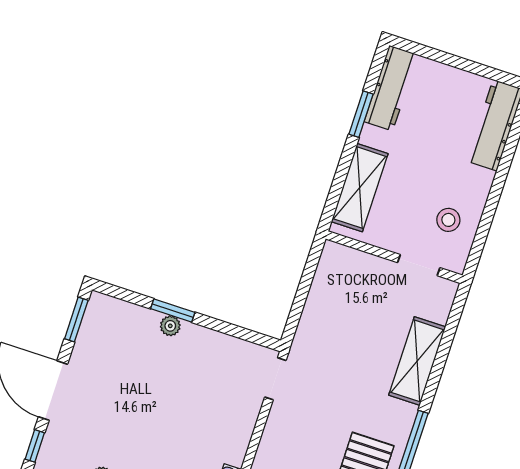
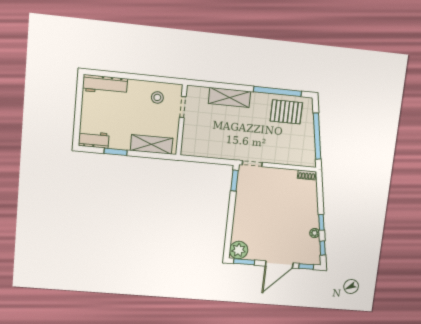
workbench: (391, 88) -> (94, 140), width x0.73
window: (173, 311) -> (235, 181), moved
plant: (170, 326) -> (239, 250), moved, width x1.88, depth x1.88

